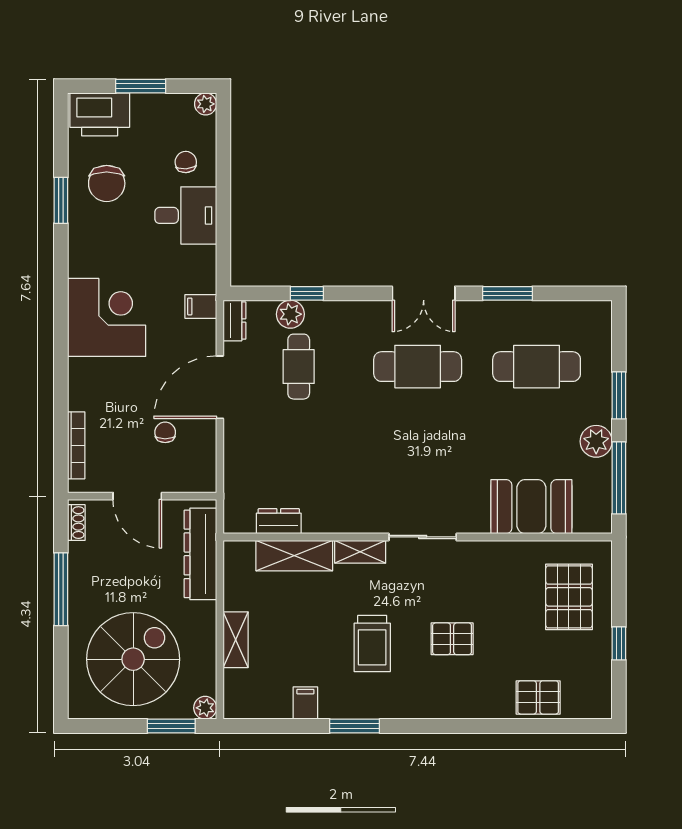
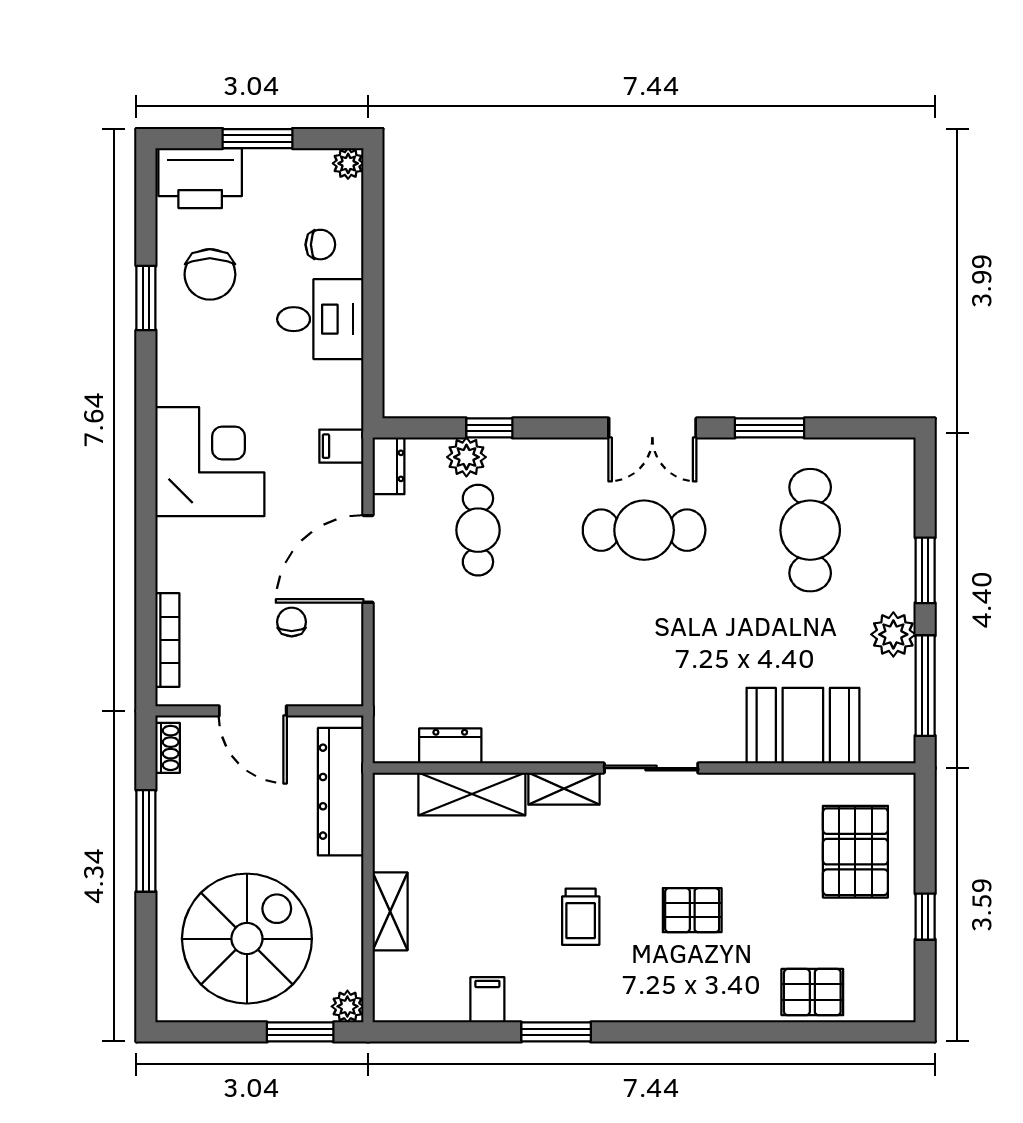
chair: (186, 162) -> (320, 245), turned 94
cafe table: (537, 367) -> (810, 530), turned 90
trolley: (372, 643) -> (581, 917), width x0.73, depth x0.72

